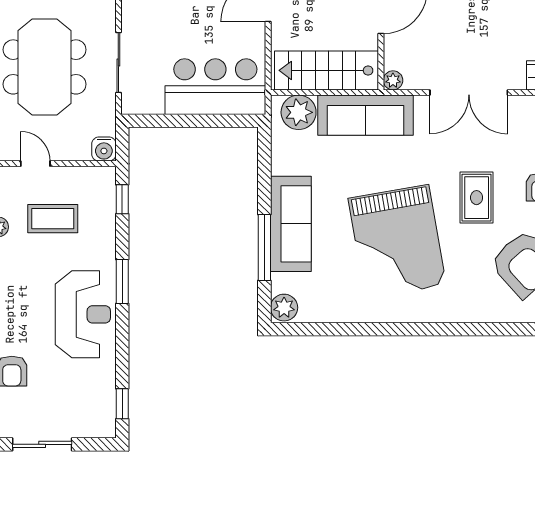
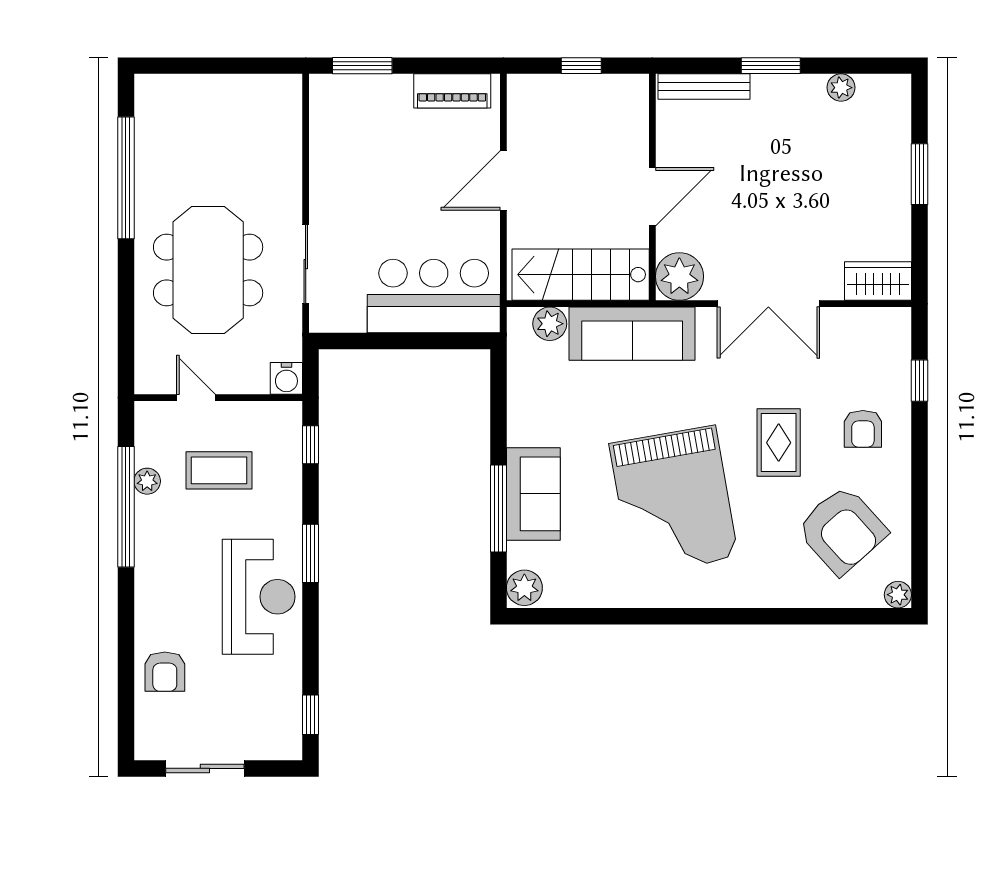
plant: (393, 80) -> (679, 276), width x1.87, depth x1.87
plant: (299, 112) -> (550, 324), width x0.73, depth x0.73
sofa: (291, 224) -> (533, 494), width x0.73

